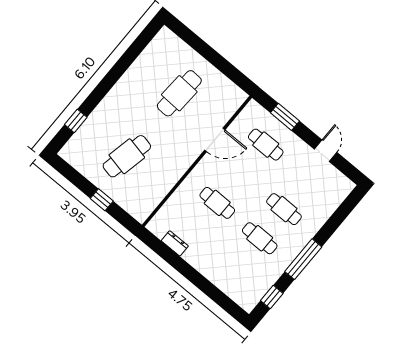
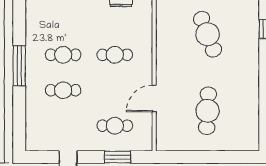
cafe table: (127, 156) -> (208, 34), turned -33
window: (272, 297) -> (19, 20), removed

